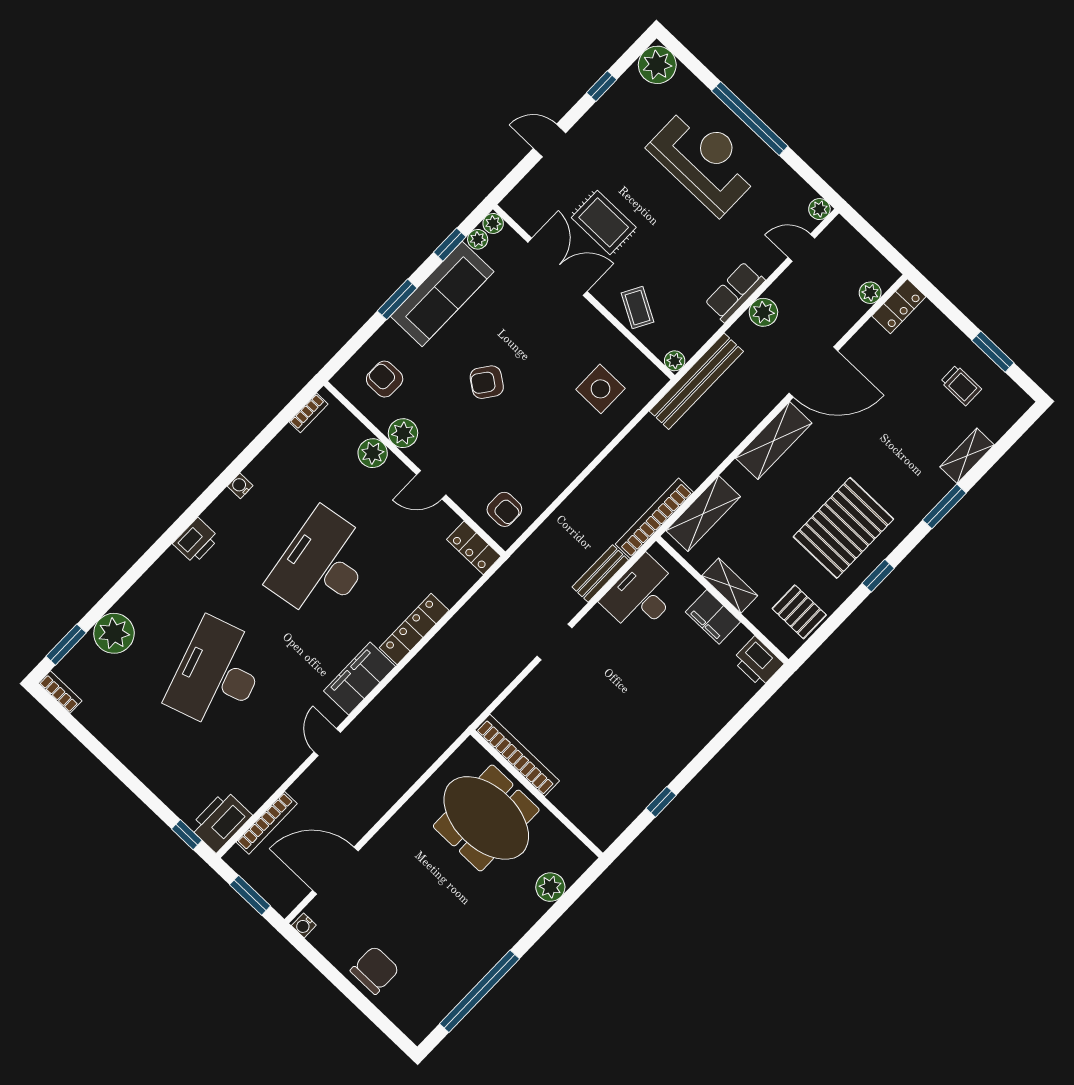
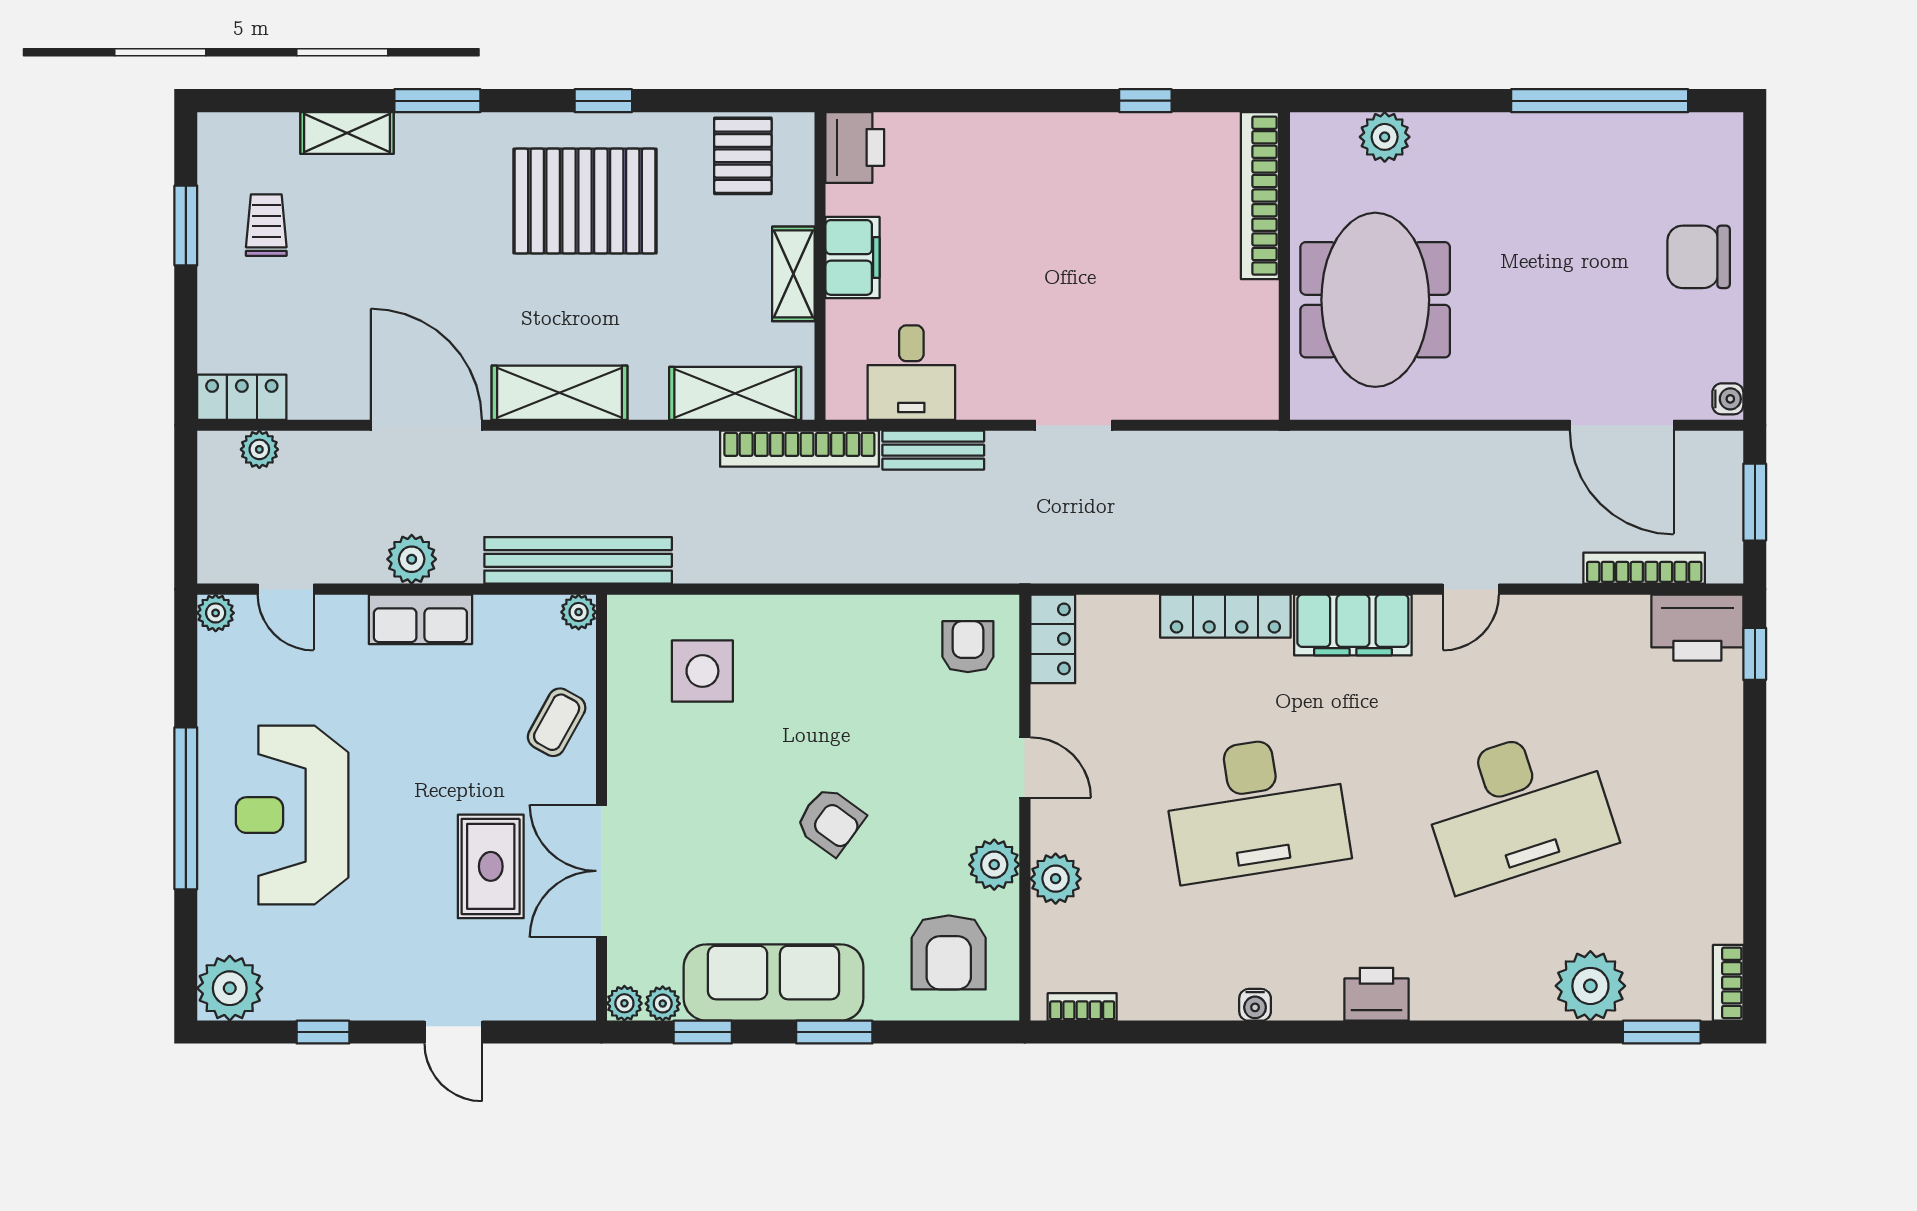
armchair: (385, 379) -> (949, 952), width x1.38, depth x1.38
desk: (641, 595) -> (911, 373), width x0.73
bookcase: (517, 755) -> (1260, 196), moved

